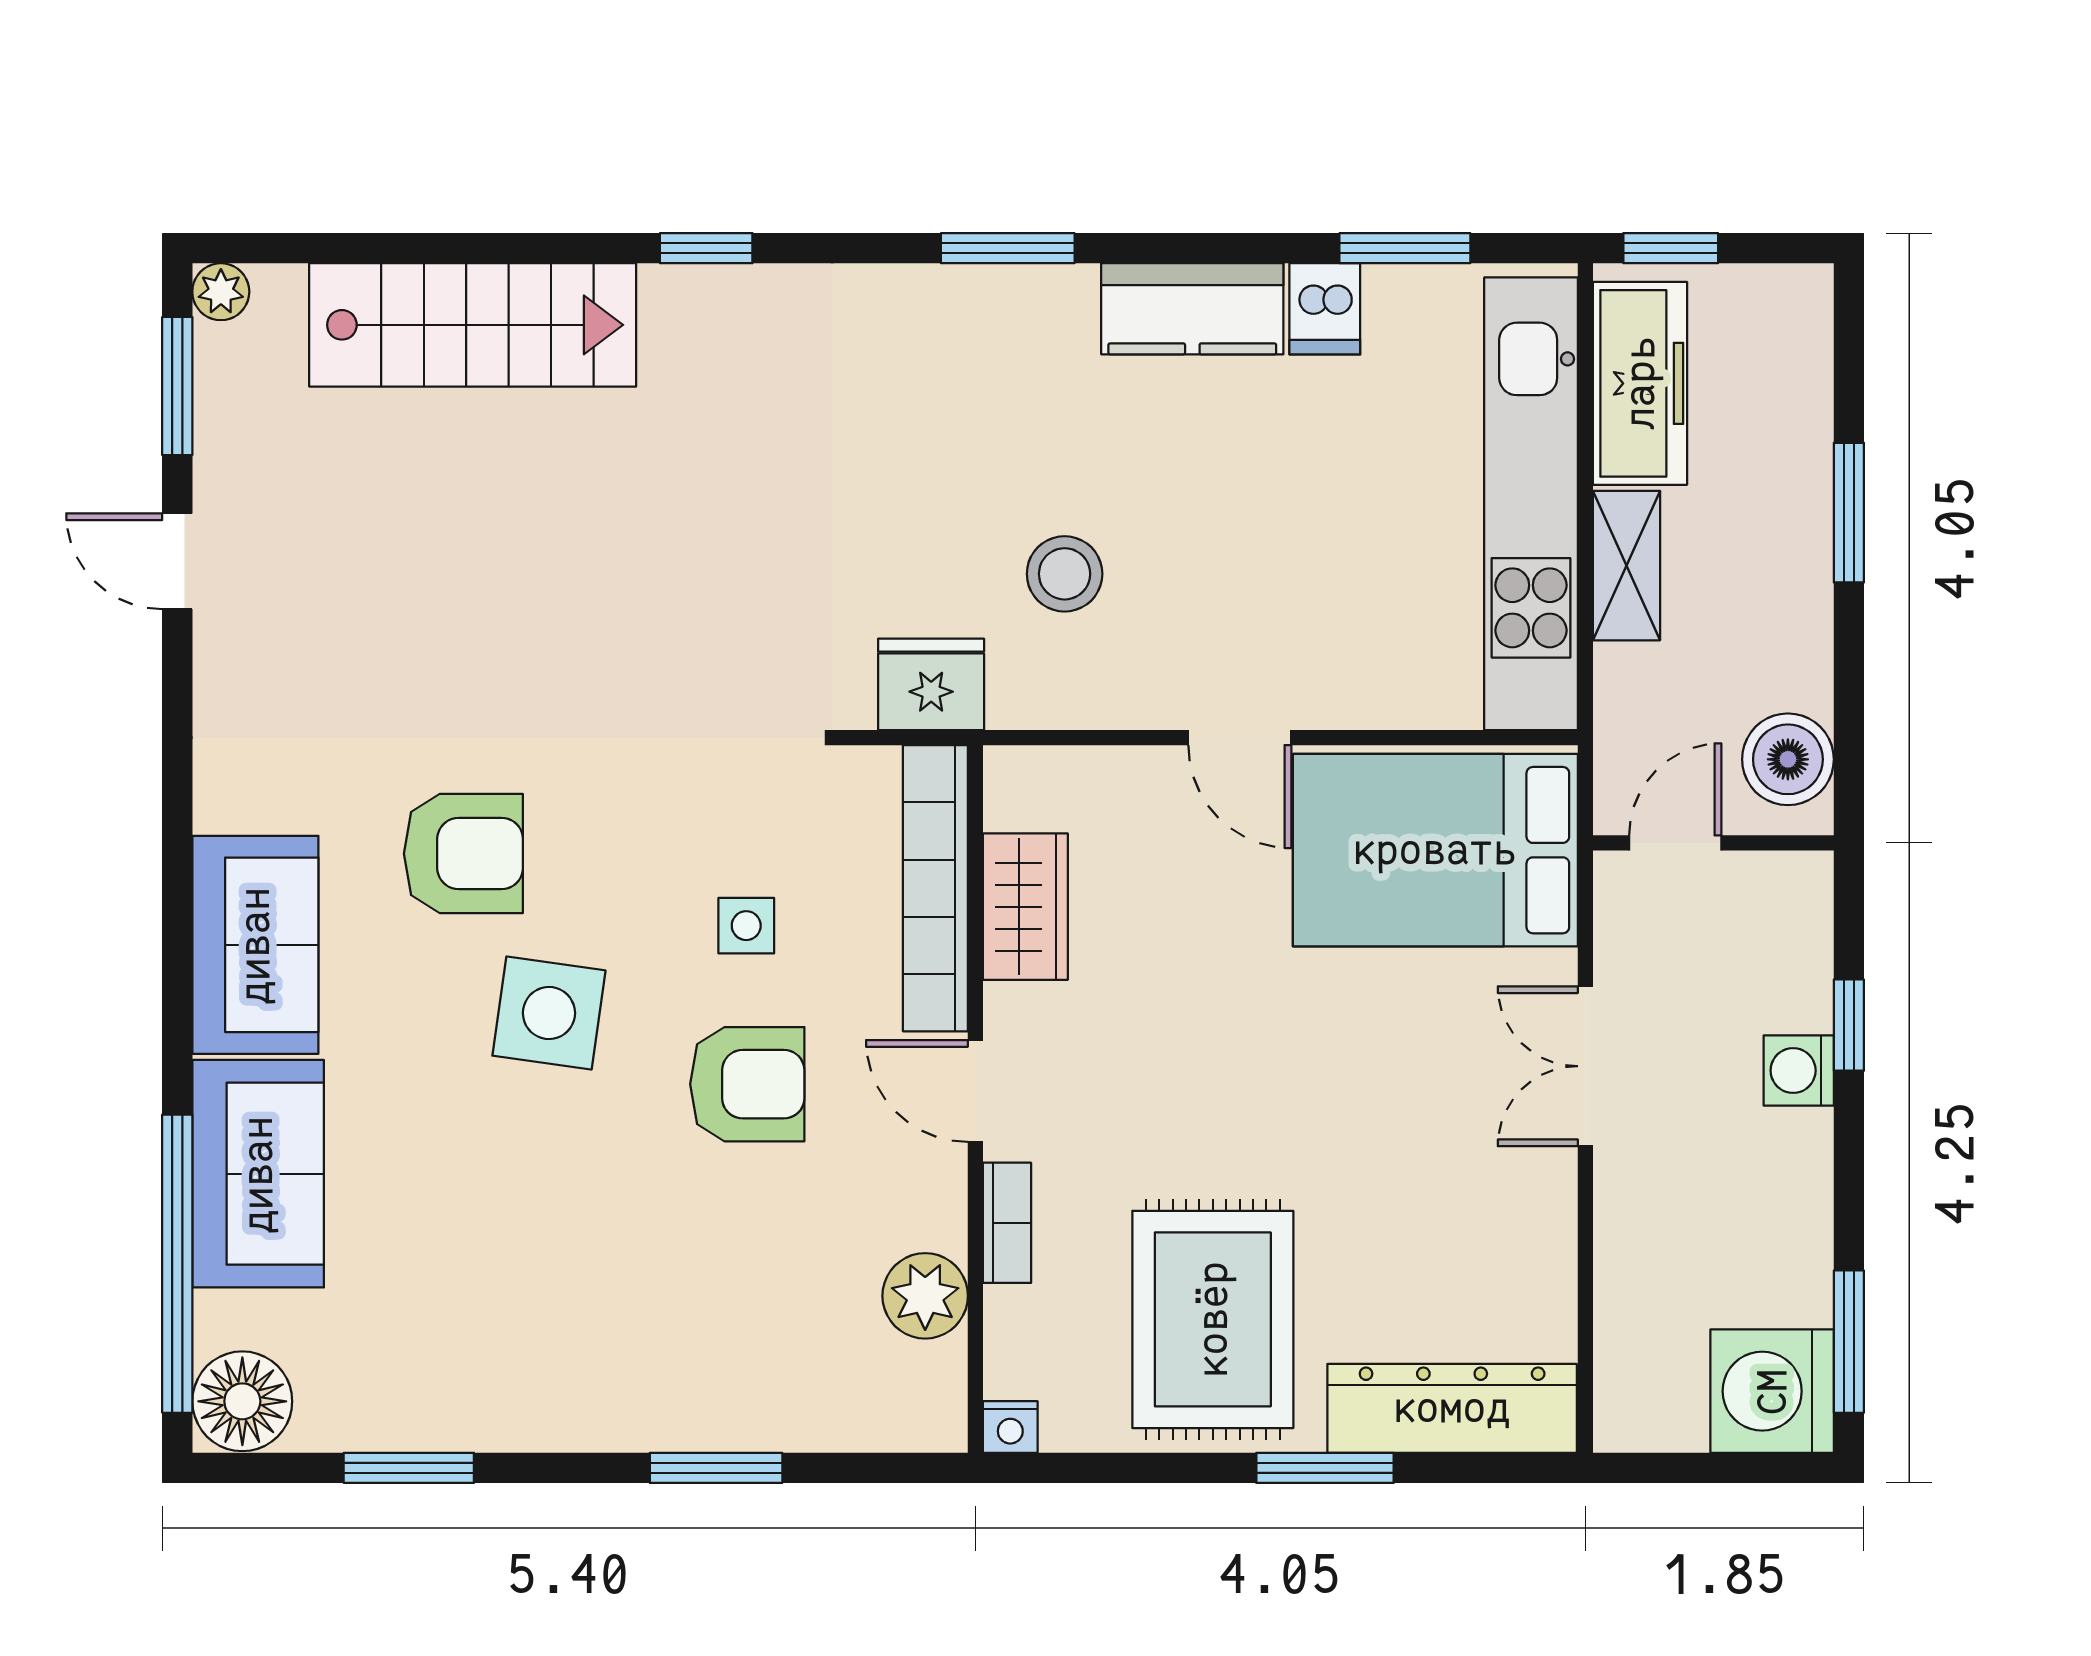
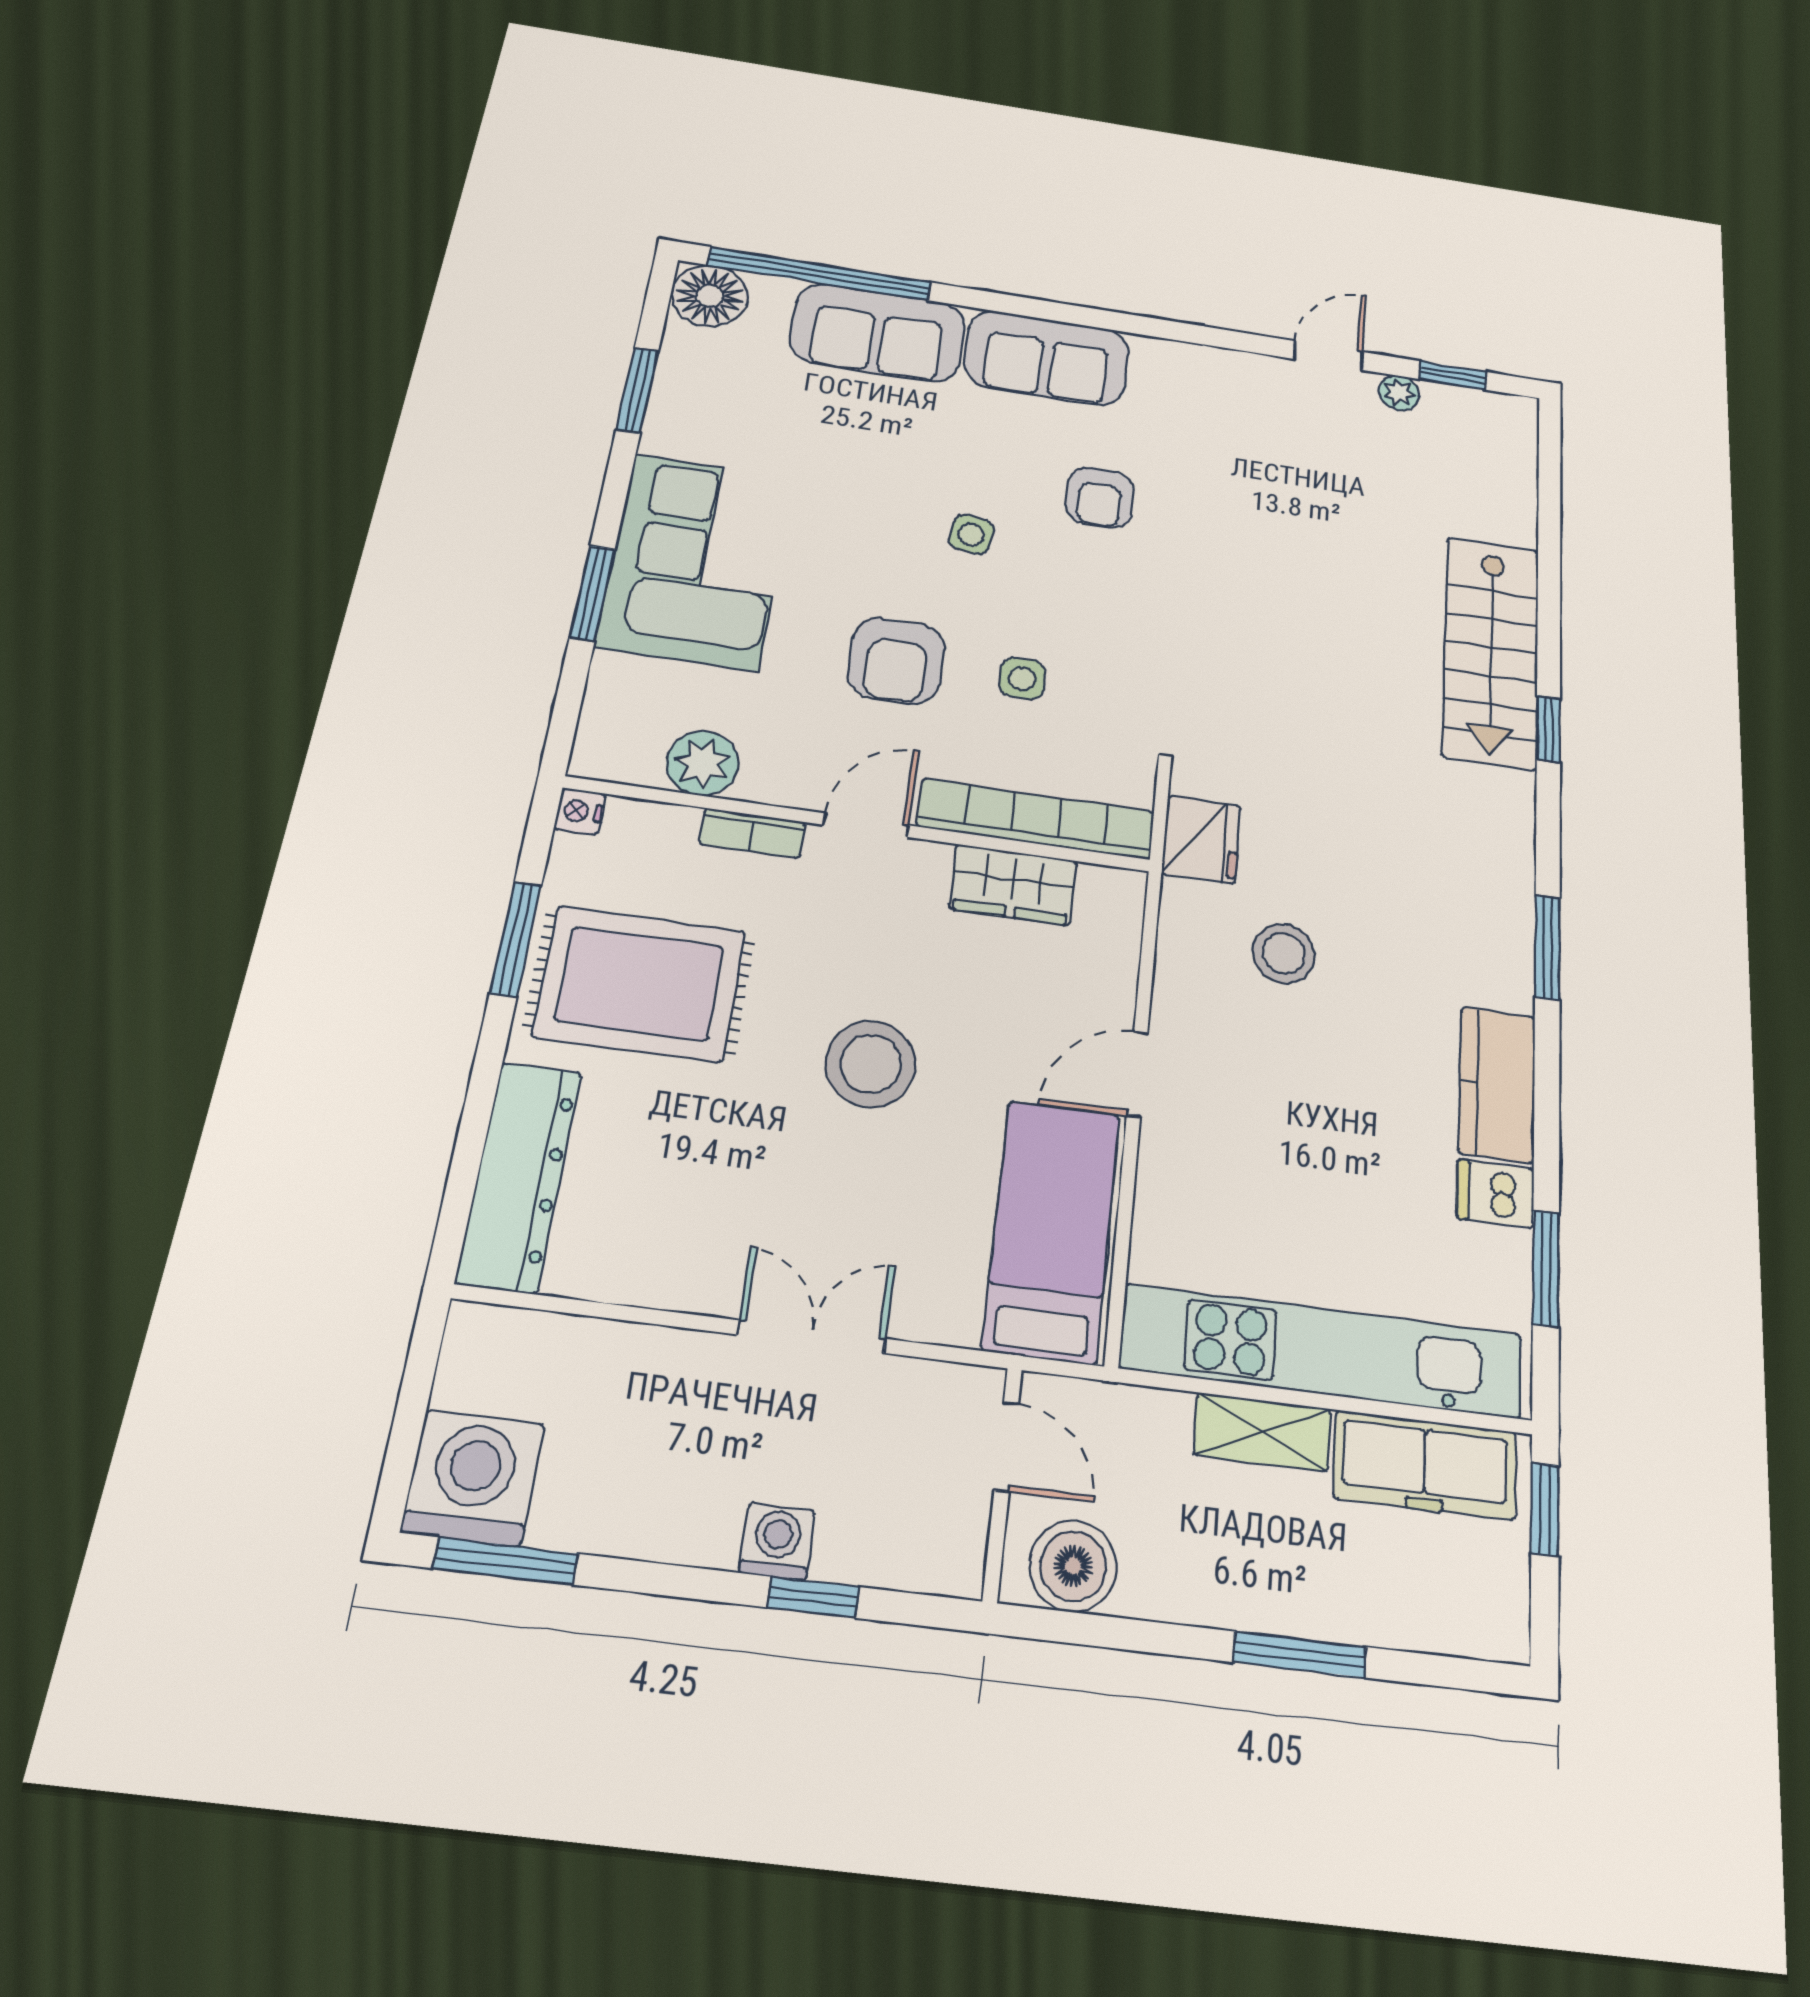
plant: (221, 292) -> (1399, 393), moved
stairs: (473, 325) -> (1491, 652), moved
window: (177, 386) -> (1453, 375), width x0.67
bed: (1435, 850) -> (1052, 1230), width x0.67
armchair: (463, 854) -> (1100, 498), width x0.72, depth x0.72
side table: (549, 1013) -> (971, 535), width x0.54, depth x0.54
stool: (1271, 1045) -> (871, 1064), added
corner sofa: (649, 1351) -> (696, 561), added
window: (1325, 1468) -> (516, 939), moved

